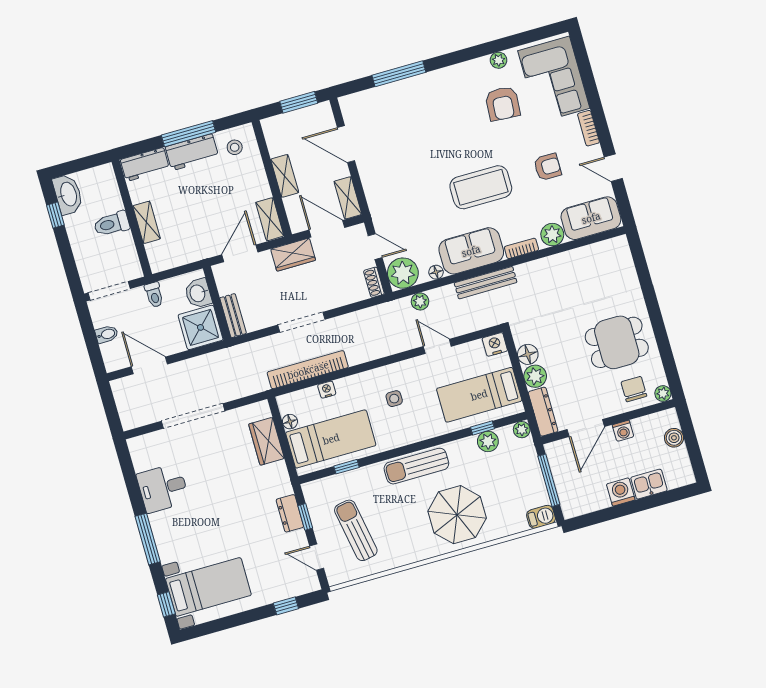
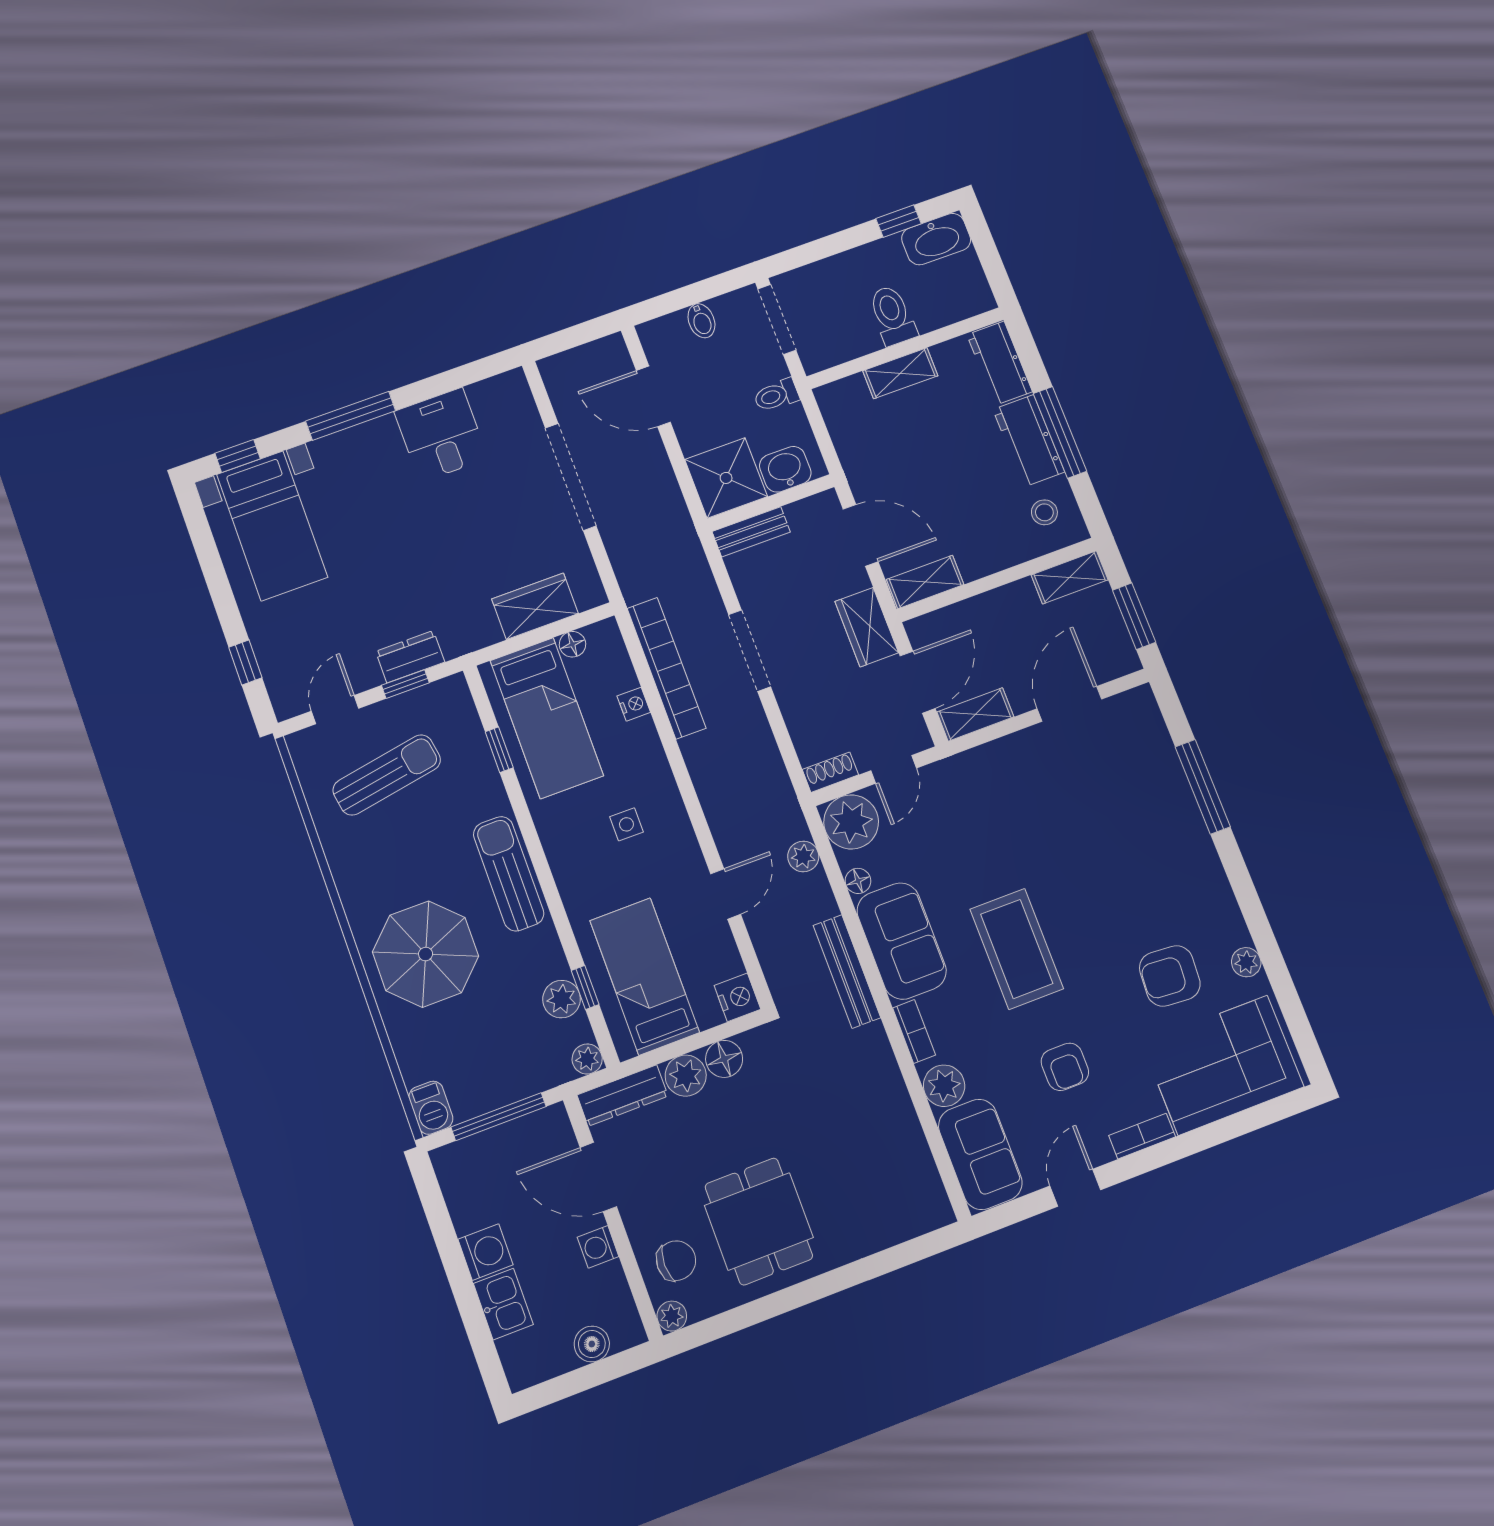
shelving: (285, 176) -> (1070, 577), moved
door: (149, 365) -> (653, 396), swing flipped

